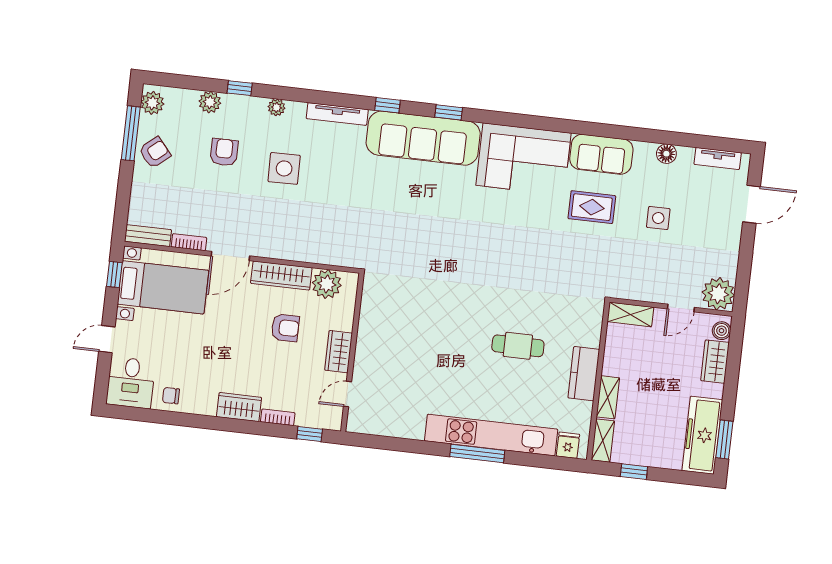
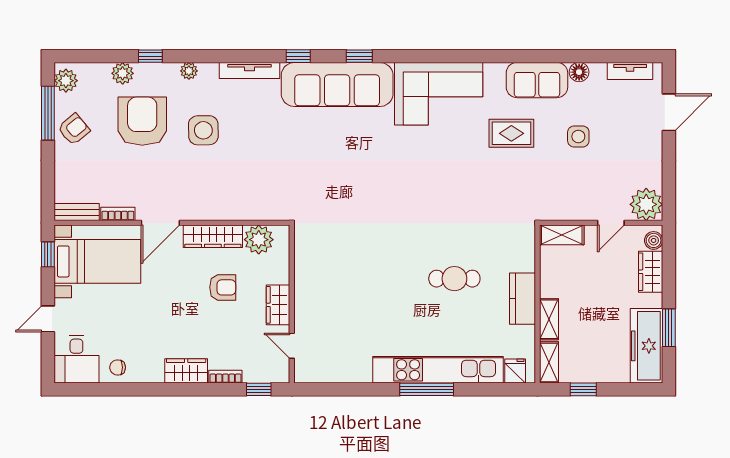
armchair: (224, 152) -> (142, 121), width x1.88, depth x1.88
sofa: (601, 154) -> (537, 80), moved
door: (347, 394) -> (292, 346), hinge flipped
window: (724, 440) -> (669, 328), moved

